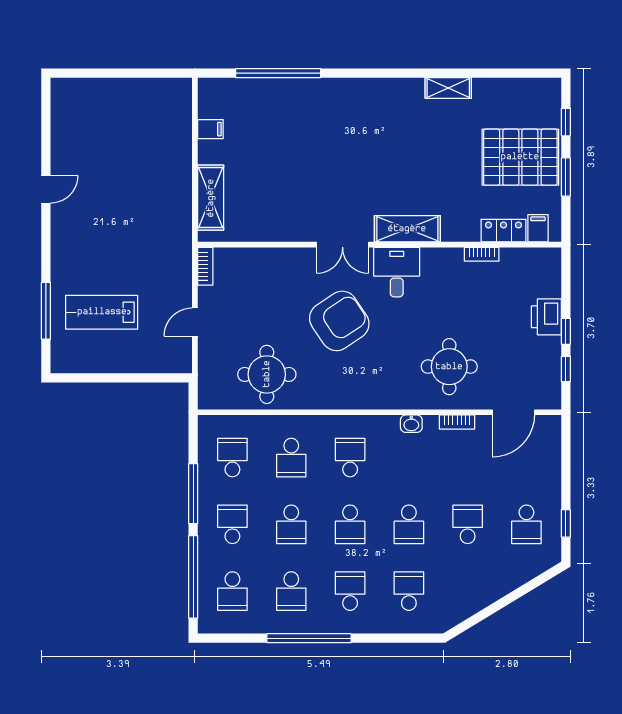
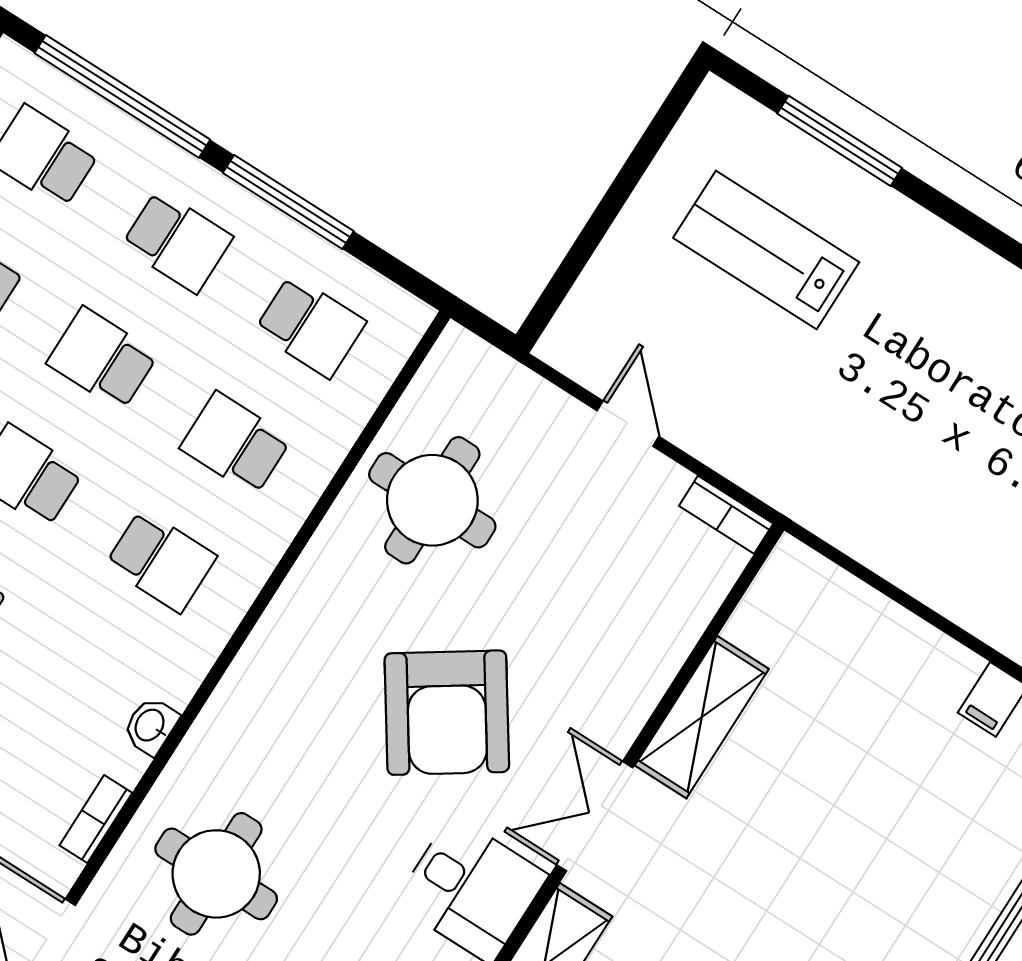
shelving: (211, 198) -> (702, 717), moved, turned 90
lab bench: (102, 312) -> (766, 250), turned -90

